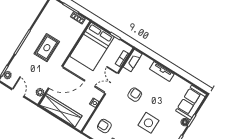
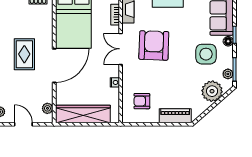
door: (56, 77) -> (54, 66), moved
armchair: (135, 95) -> (154, 45), width x1.88, depth x1.88
side table: (148, 123) -> (206, 54), moved

